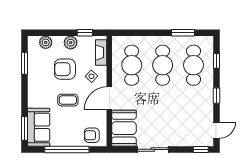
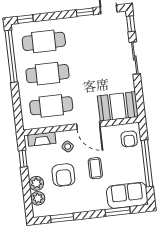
window: (183, 33) -> (11, 56), width x2.11
plant: (71, 43) -> (36, 183), moved
window: (217, 61) -> (25, 19), moved
window: (217, 96) -> (85, 12), moved
window: (25, 128) -> (118, 211), moved
sliding door: (153, 149) -> (135, 58), moved

